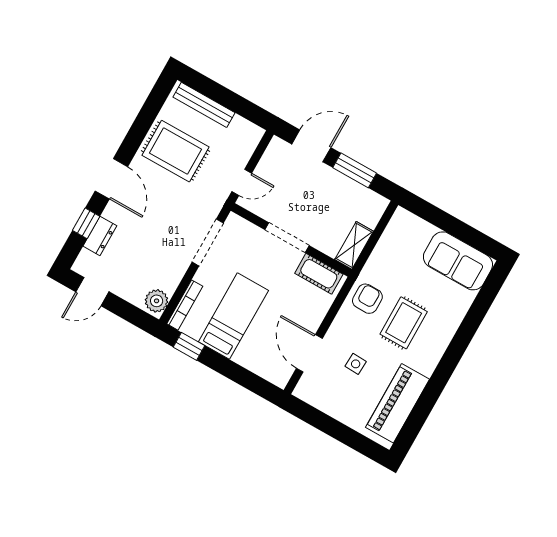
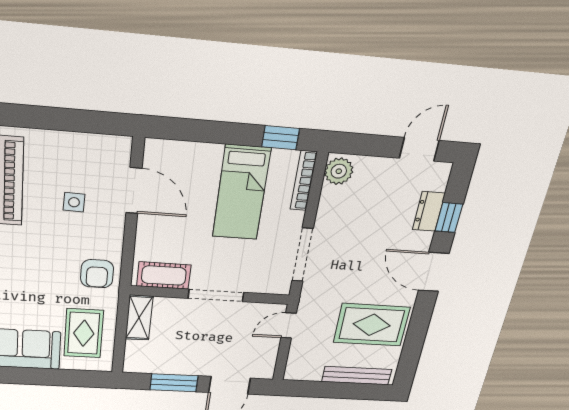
rug: (404, 323) -> (84, 333), moved

